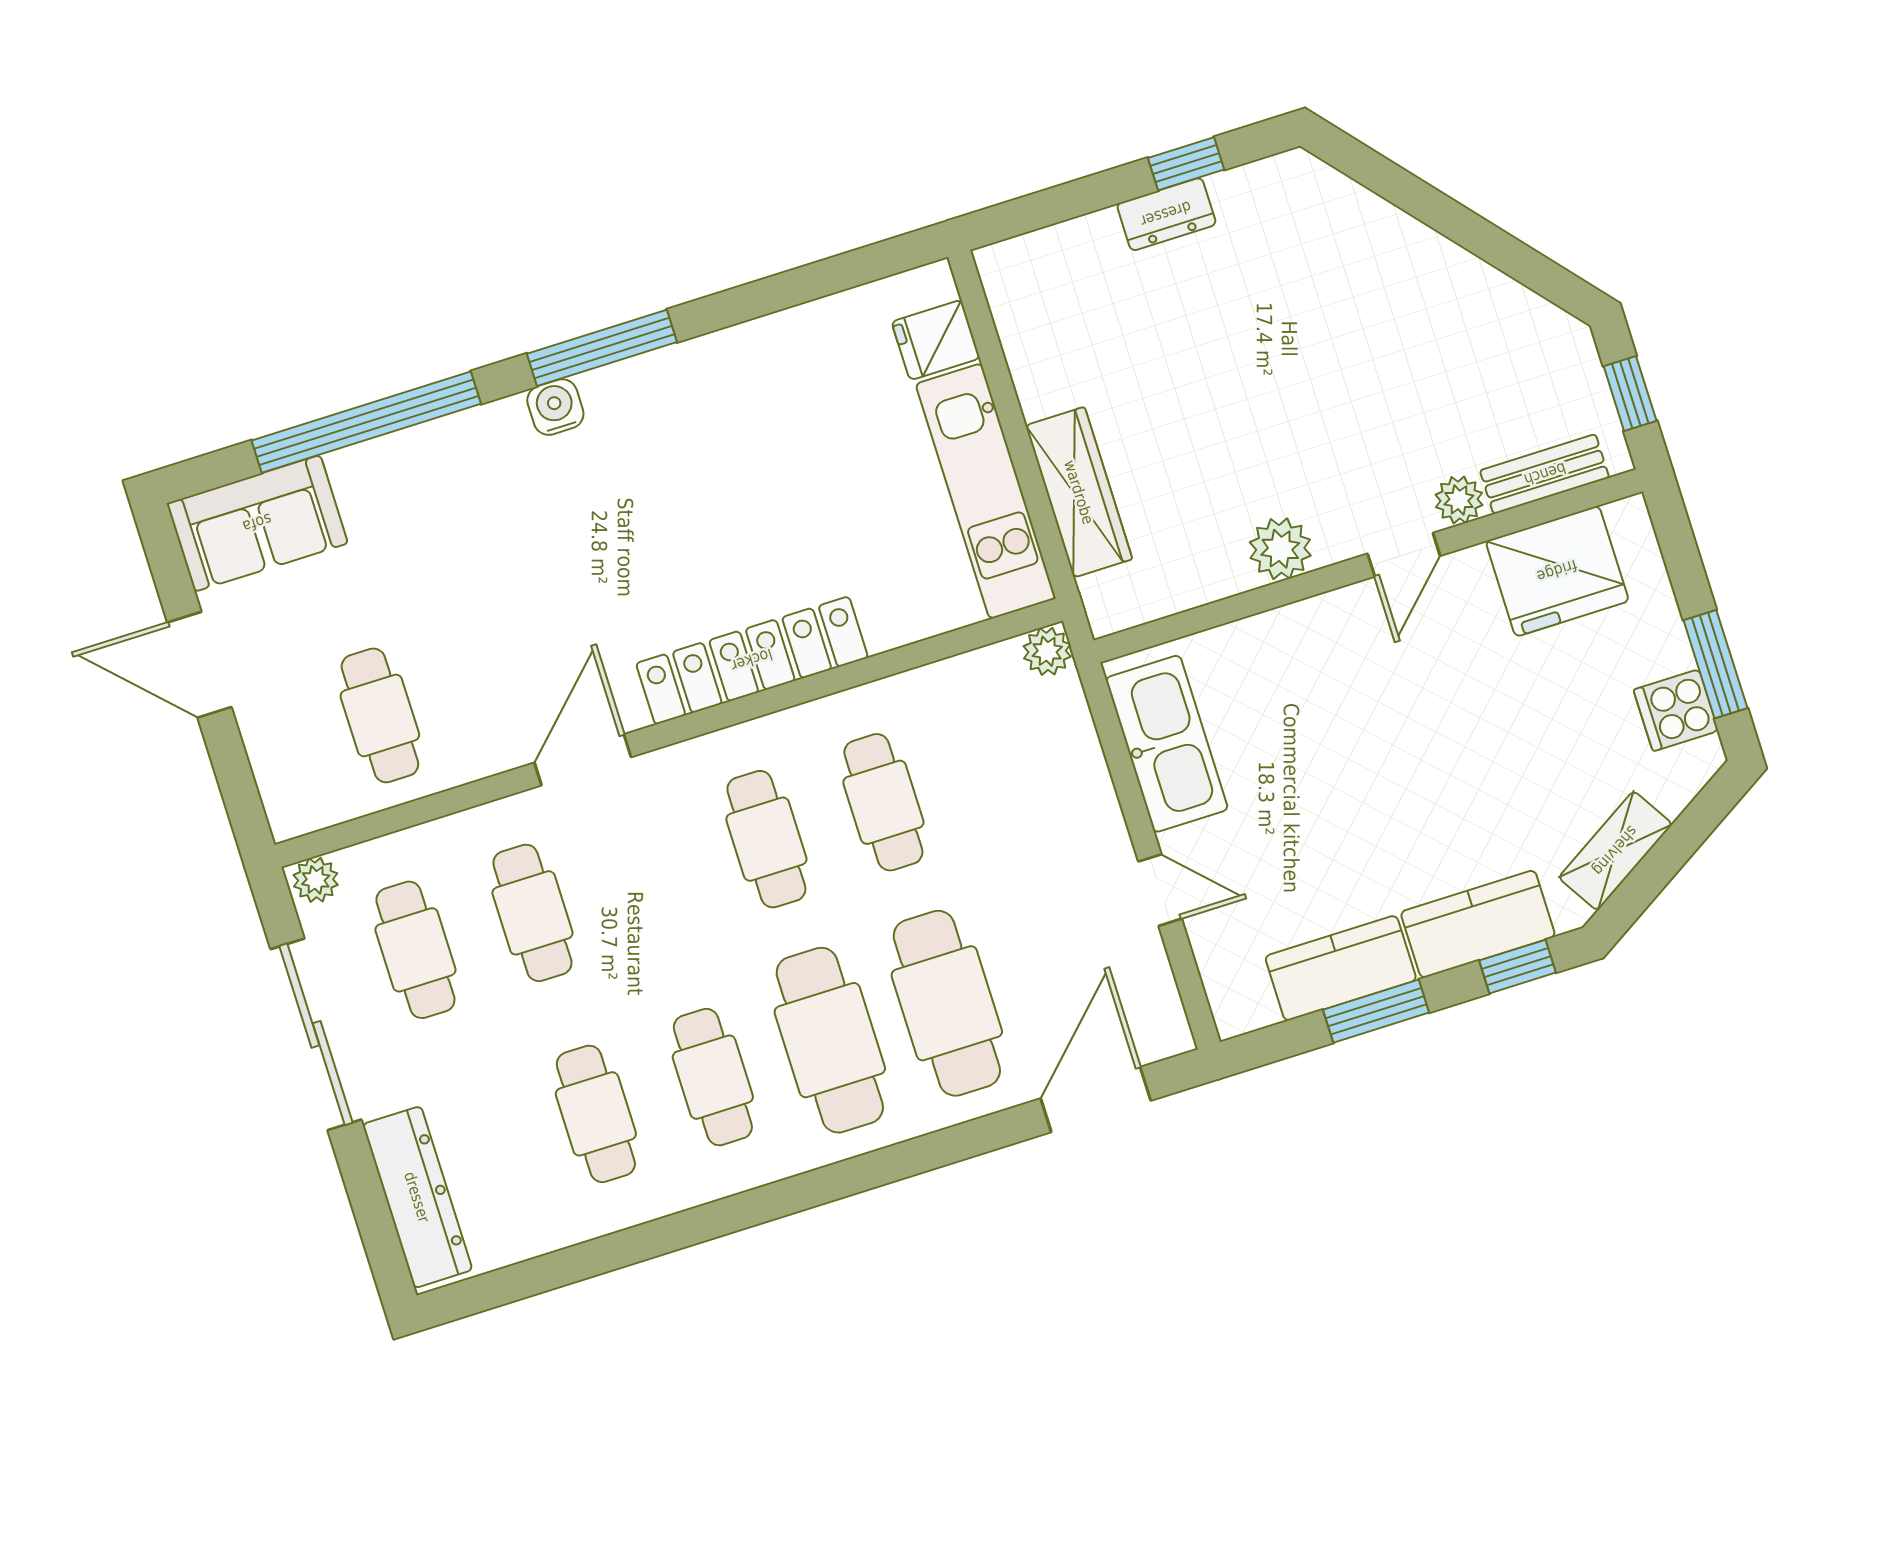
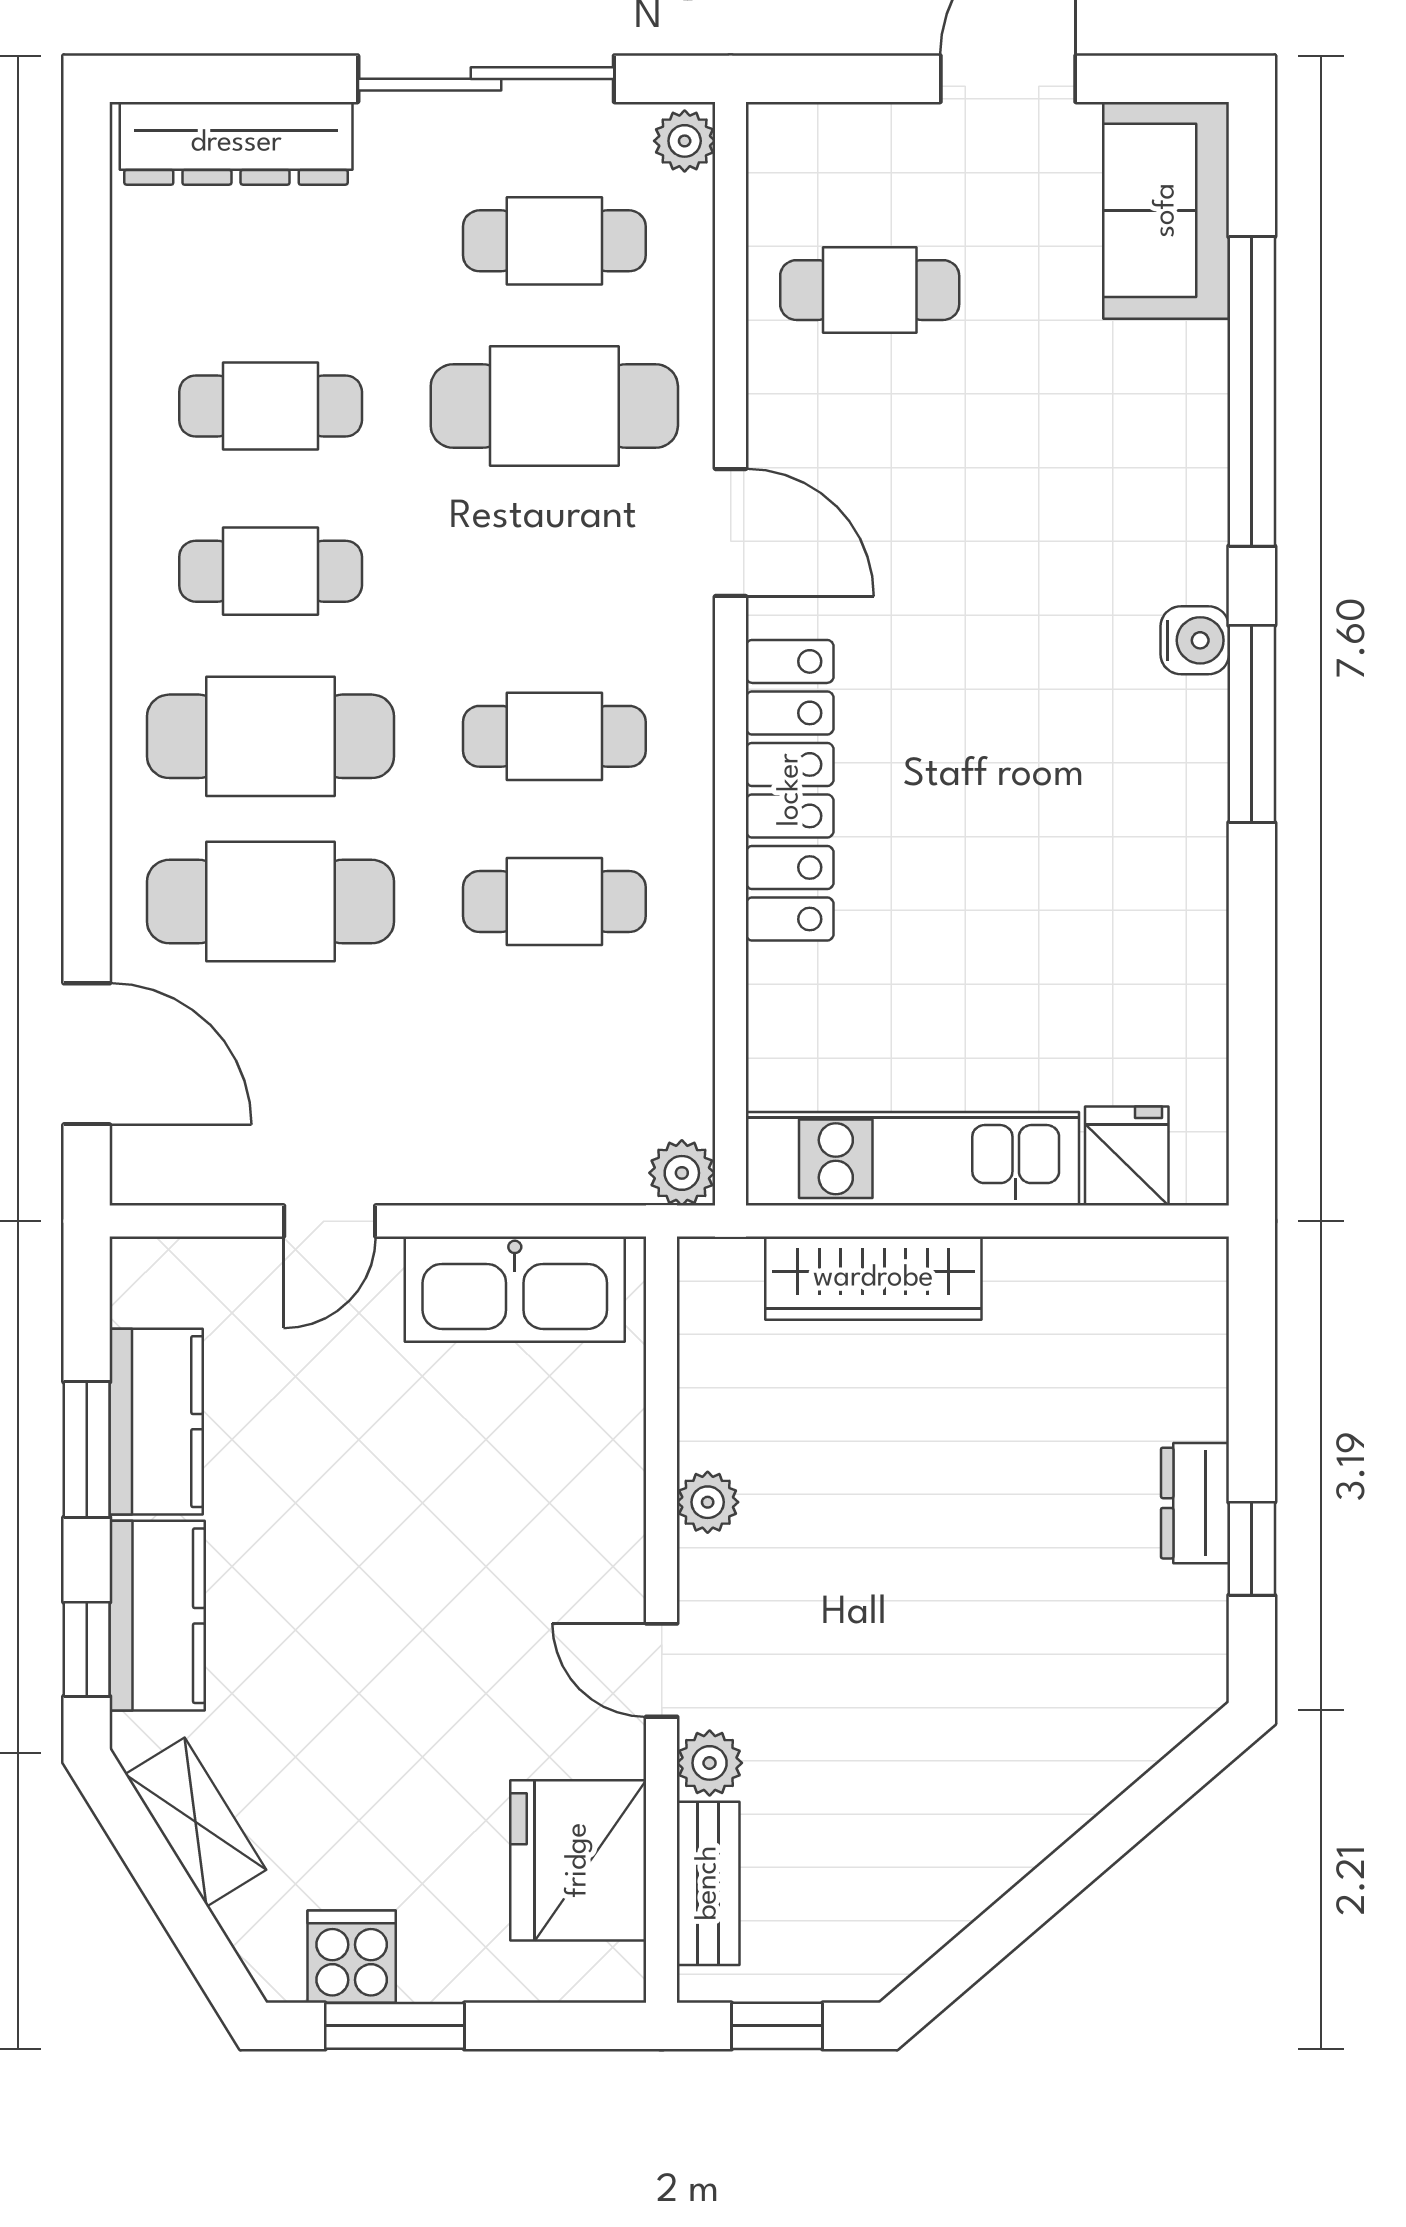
plant: (1280, 549) -> (708, 1502), width x0.73, depth x0.73
cafe table: (532, 913) -> (554, 406), width x1.37, depth x1.35

